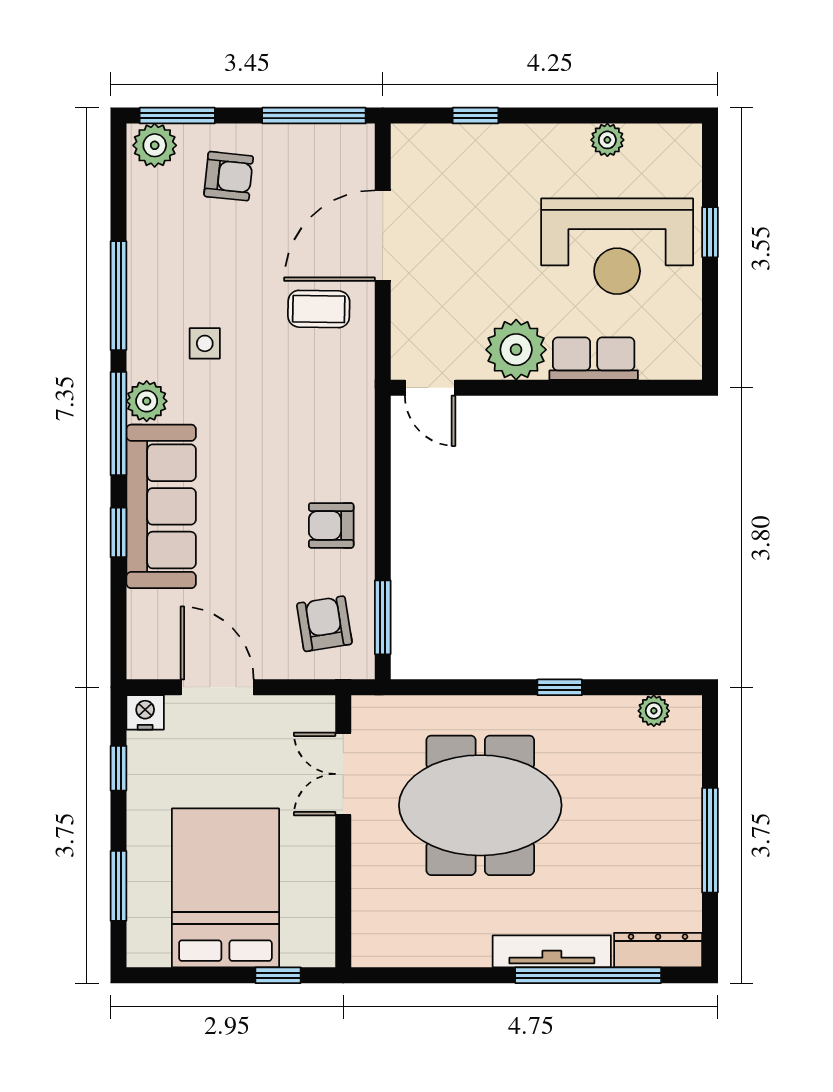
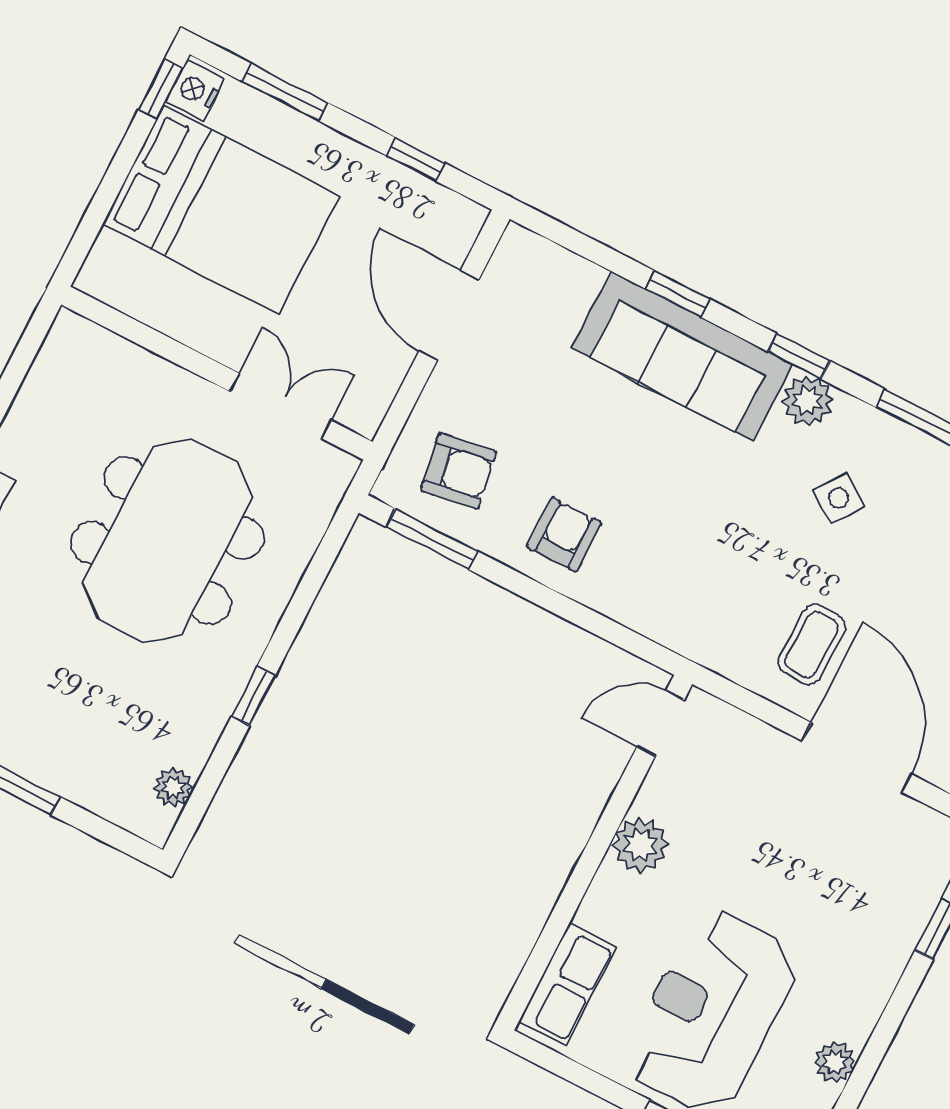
side table: (205, 343) -> (839, 498), turned 35
plant: (516, 350) -> (640, 845), width x0.73, depth x0.73
row of seats: (594, 359) -> (567, 984), moved
window: (118, 424) -> (799, 356), width x0.46
door: (217, 687) -> (449, 315), swing flipped
nightstand: (145, 712) -> (195, 90), moved, turned 180
window: (278, 975) -> (161, 89), moved

